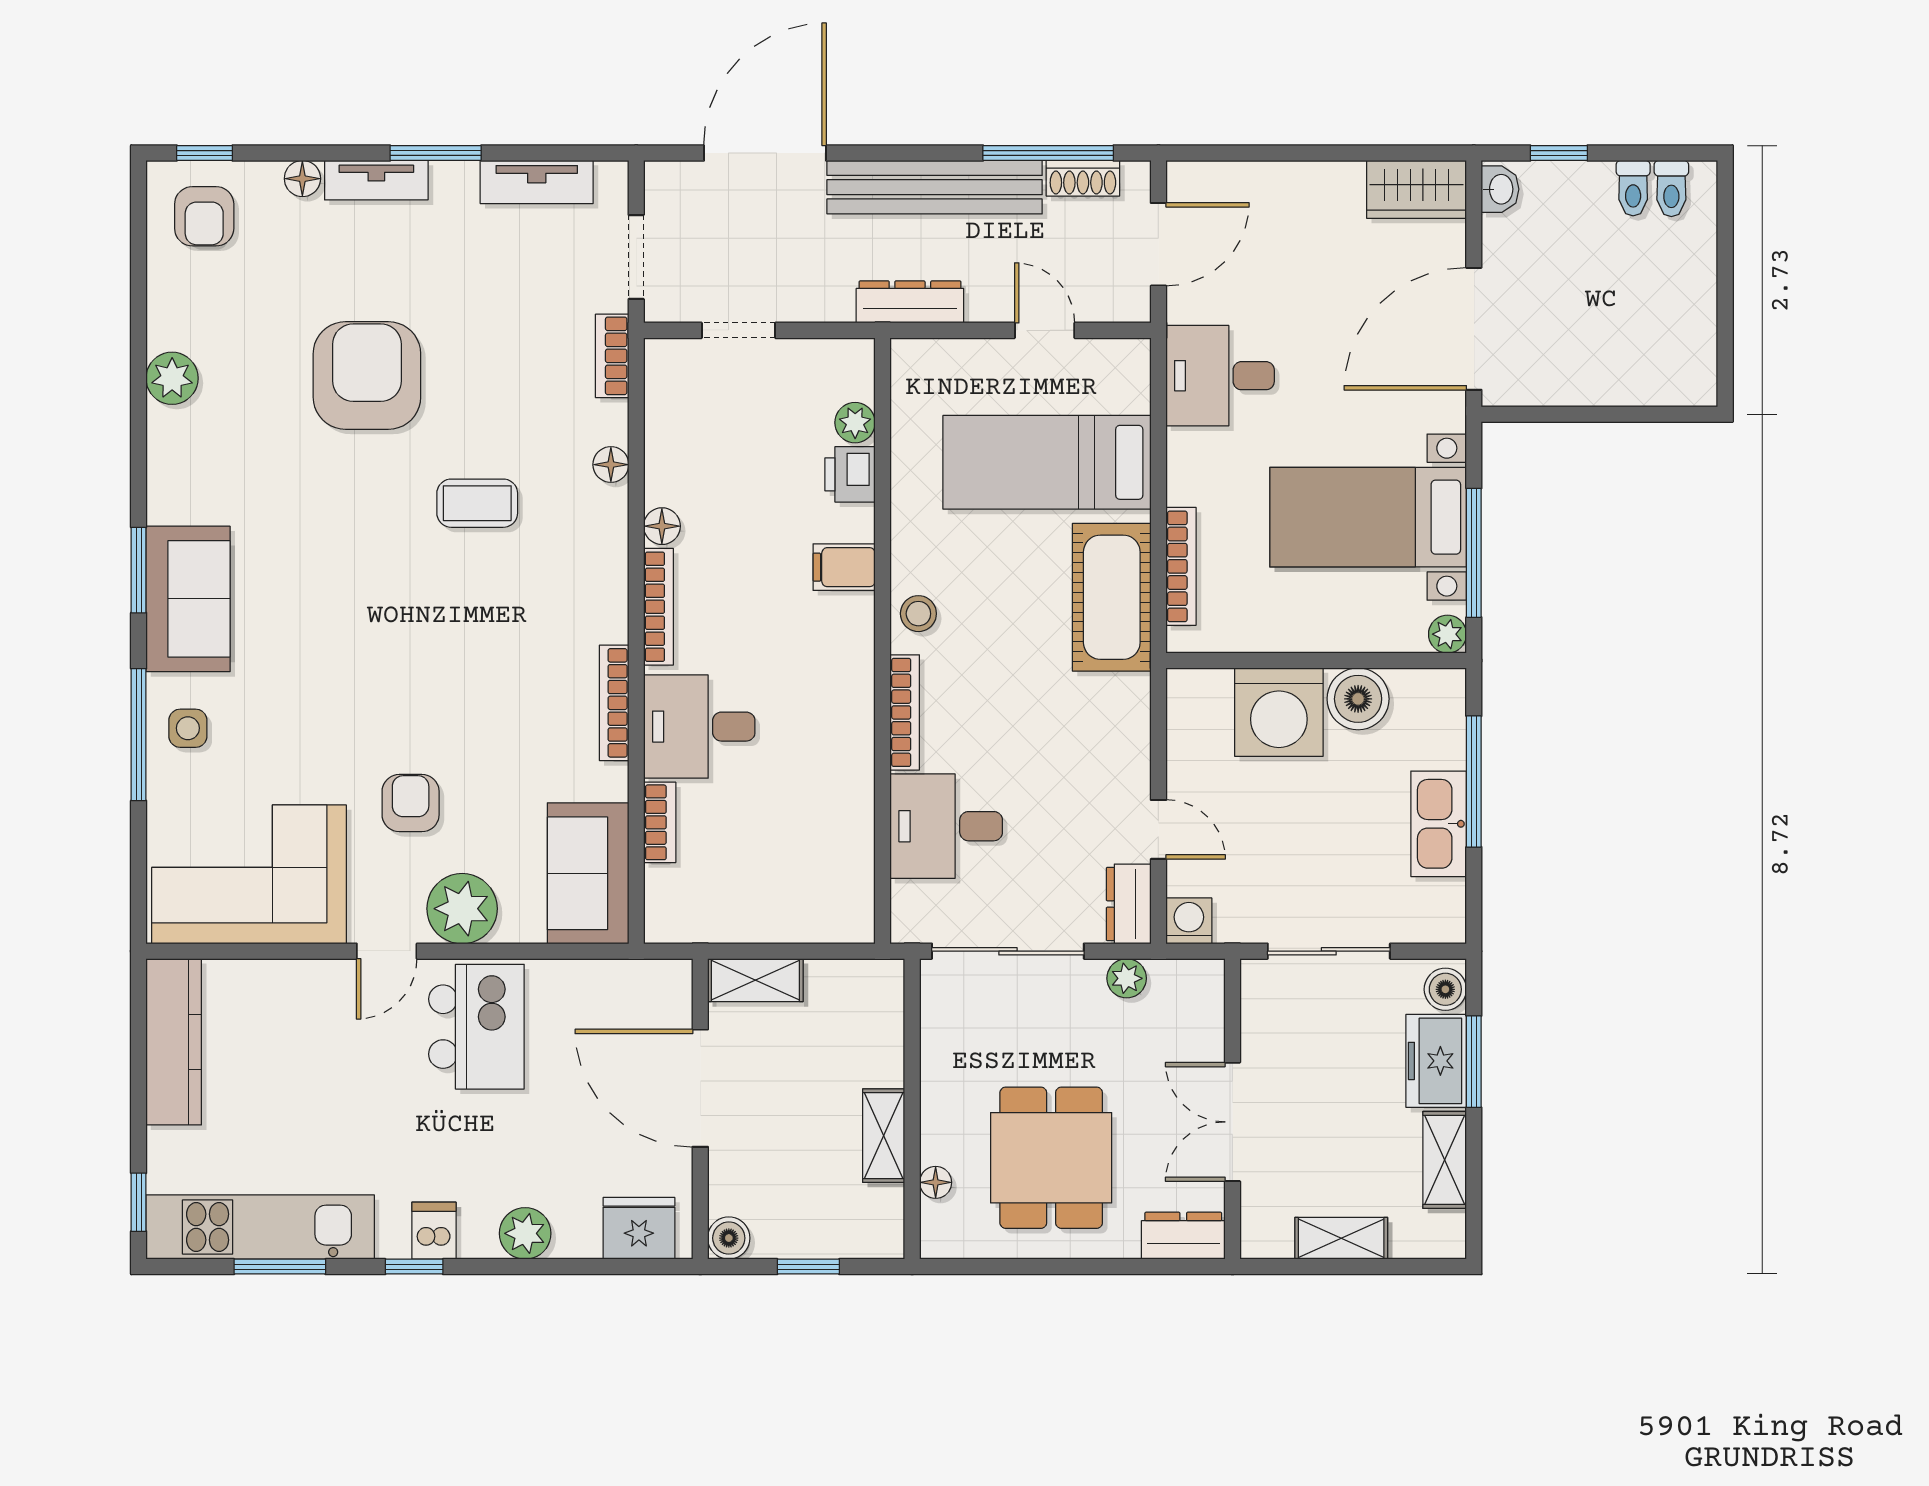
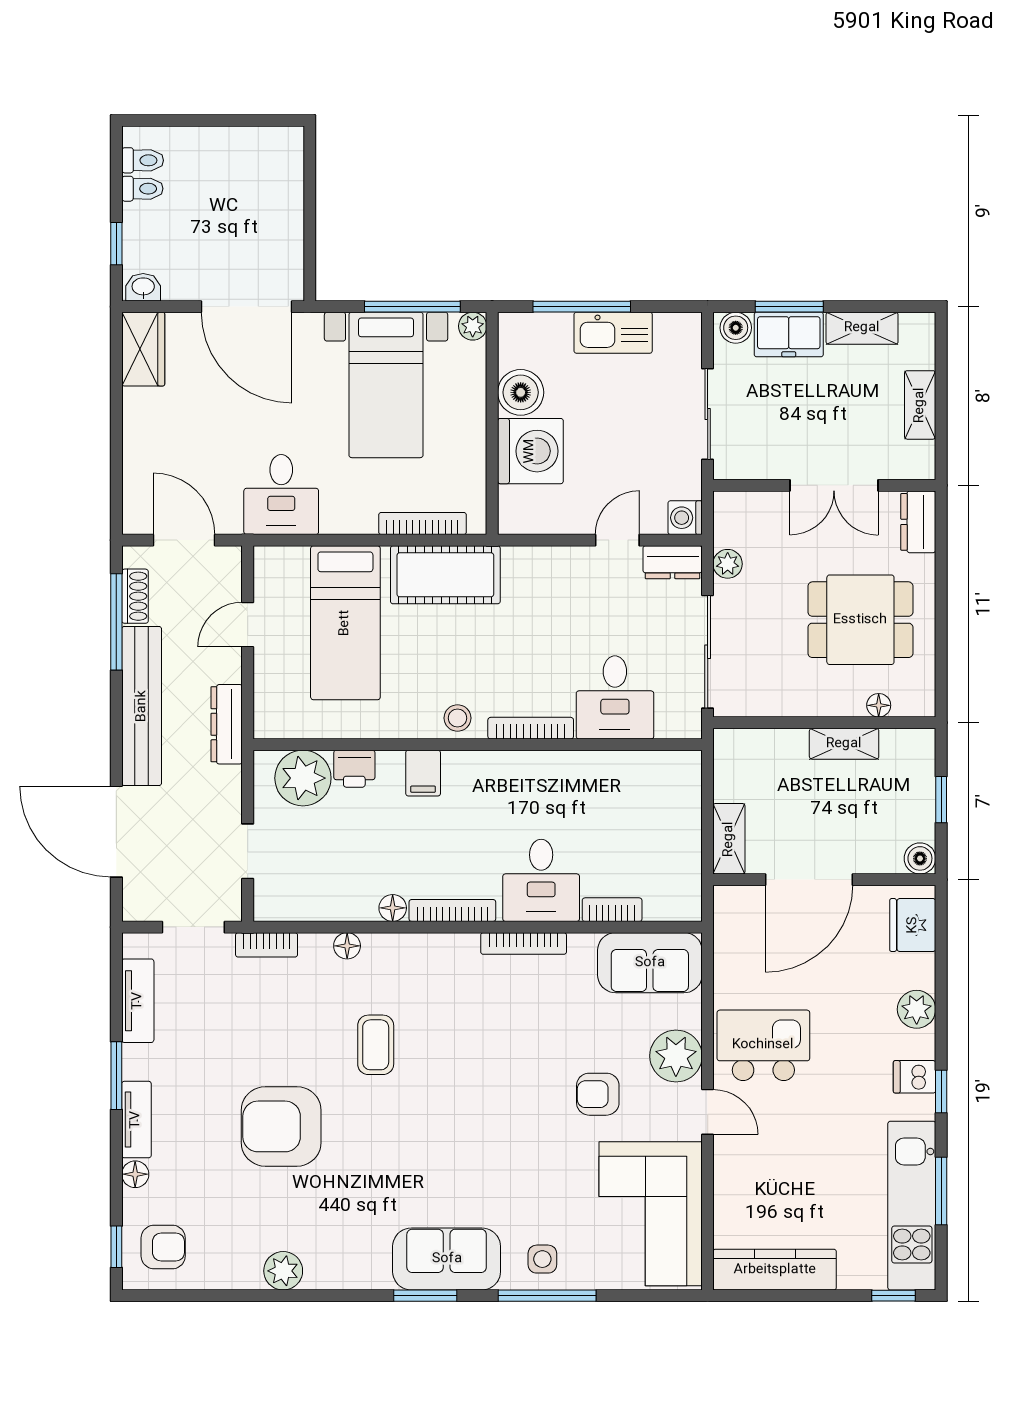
plant: (855, 423) -> (303, 778), width x1.88, depth x1.88

